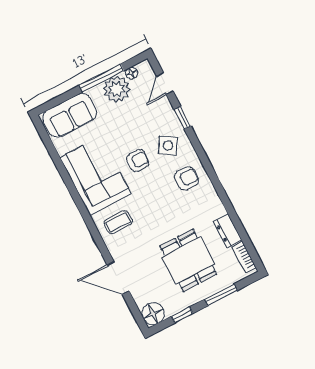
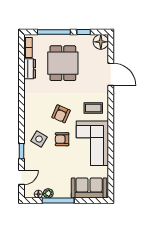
plant: (117, 89) -> (48, 193), width x0.53, depth x0.53
armchair: (187, 178) -> (61, 114), moved, turned -67
window: (221, 295) -> (54, 32), width x1.44

